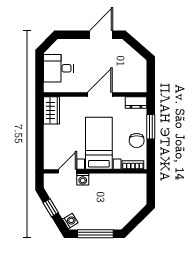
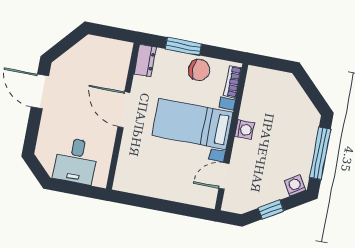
wardrobe: (52, 110) -> (133, 182), removed
door: (68, 171) -> (224, 176), hinge flipped
washing machine: (83, 179) -> (245, 130), moved

